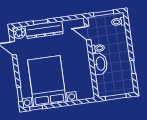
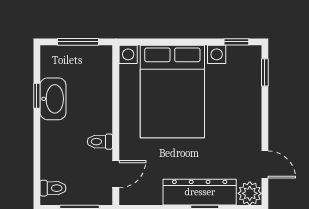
door: (88, 33) -> (116, 174), hinge flipped
washbasin: (100, 64) -> (53, 99), moved, turned 180
bed with nightstands: (47, 81) -> (172, 91), moved

